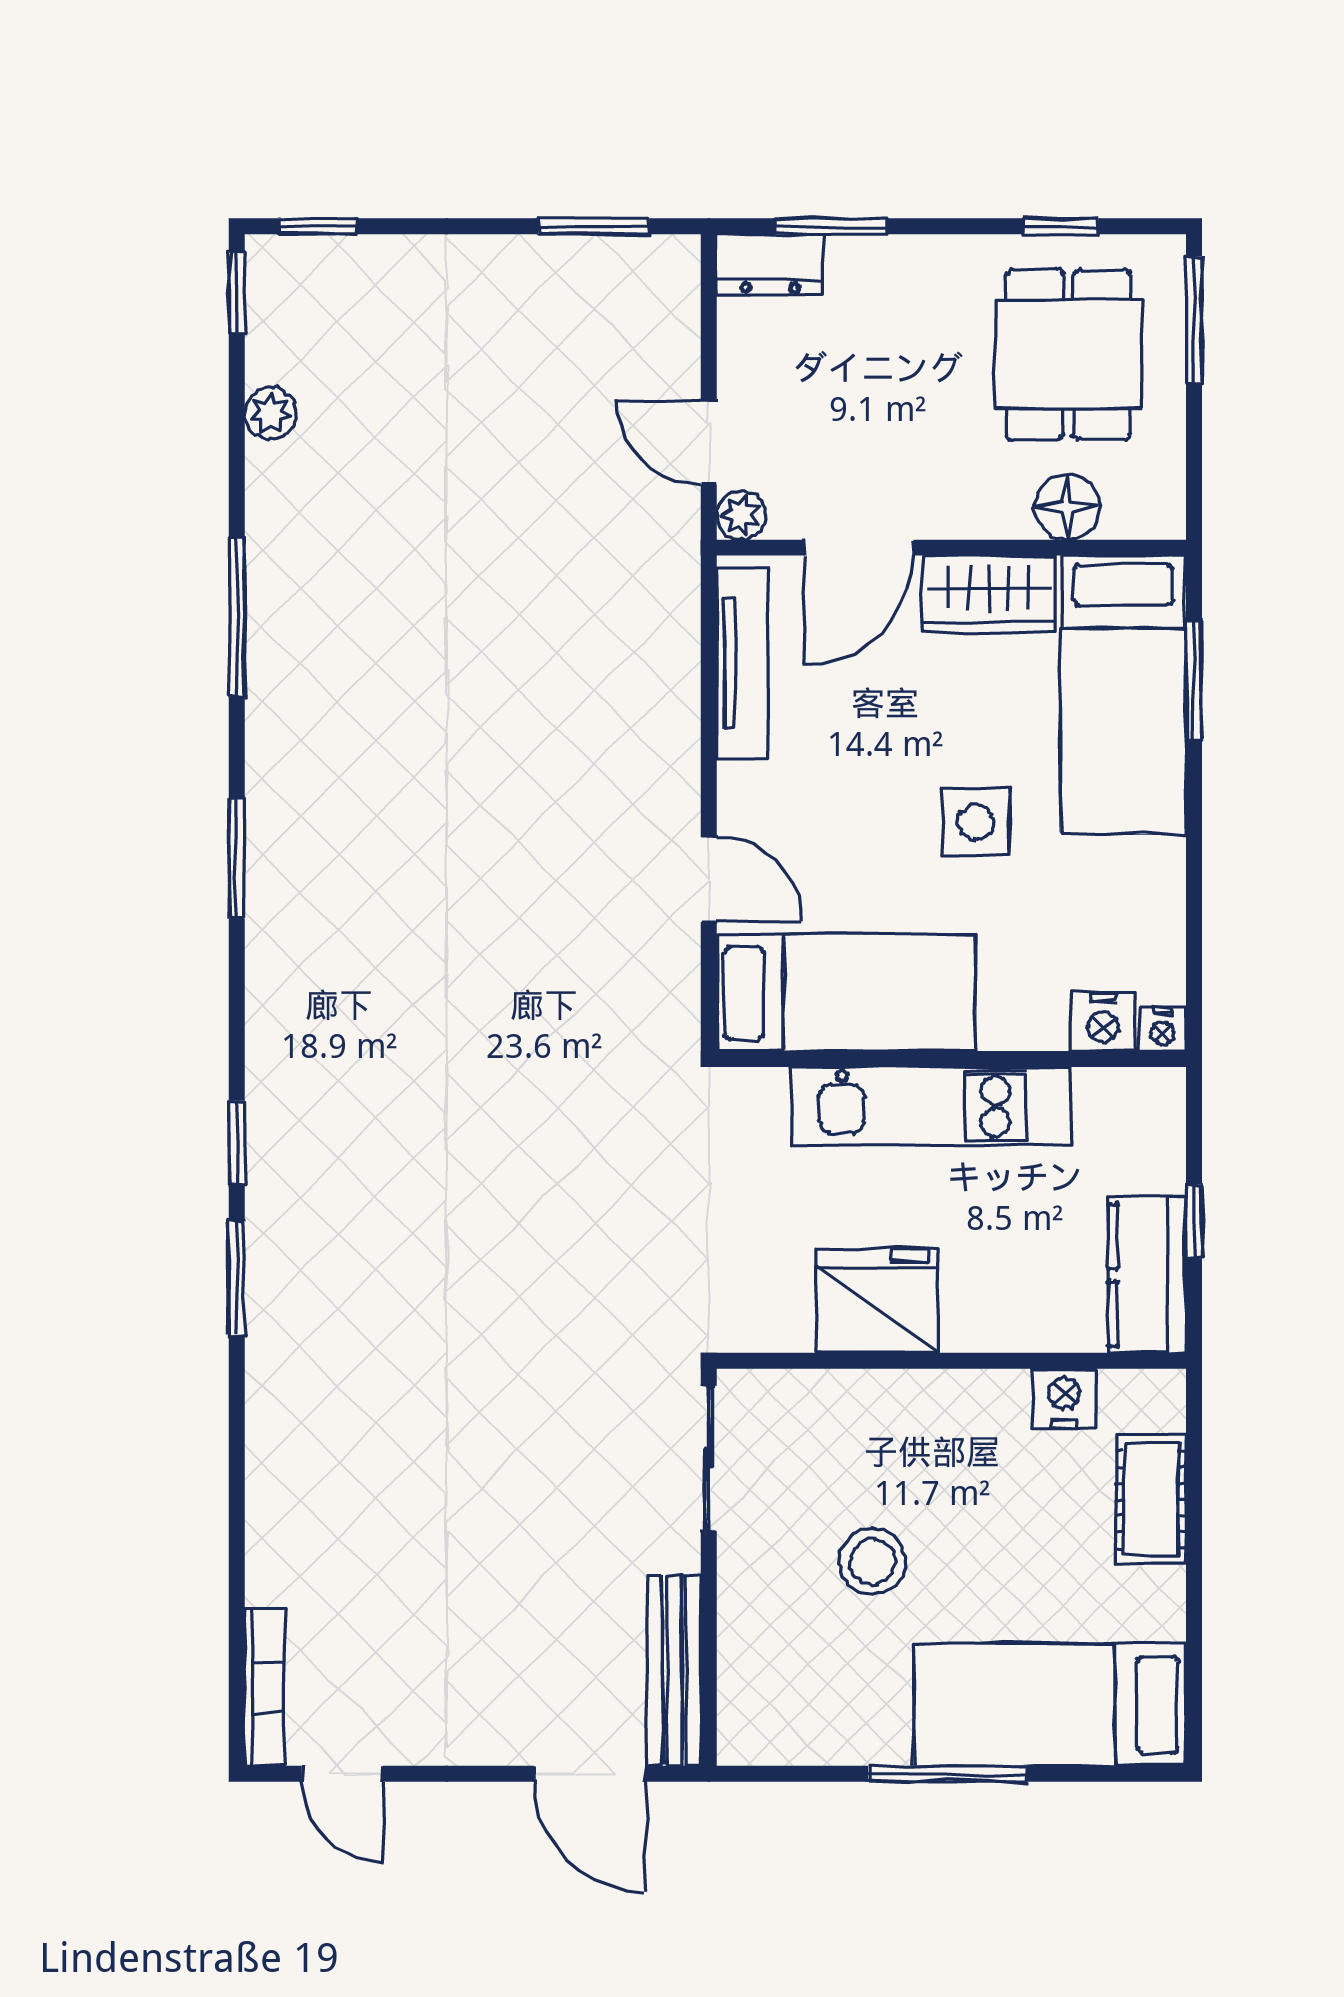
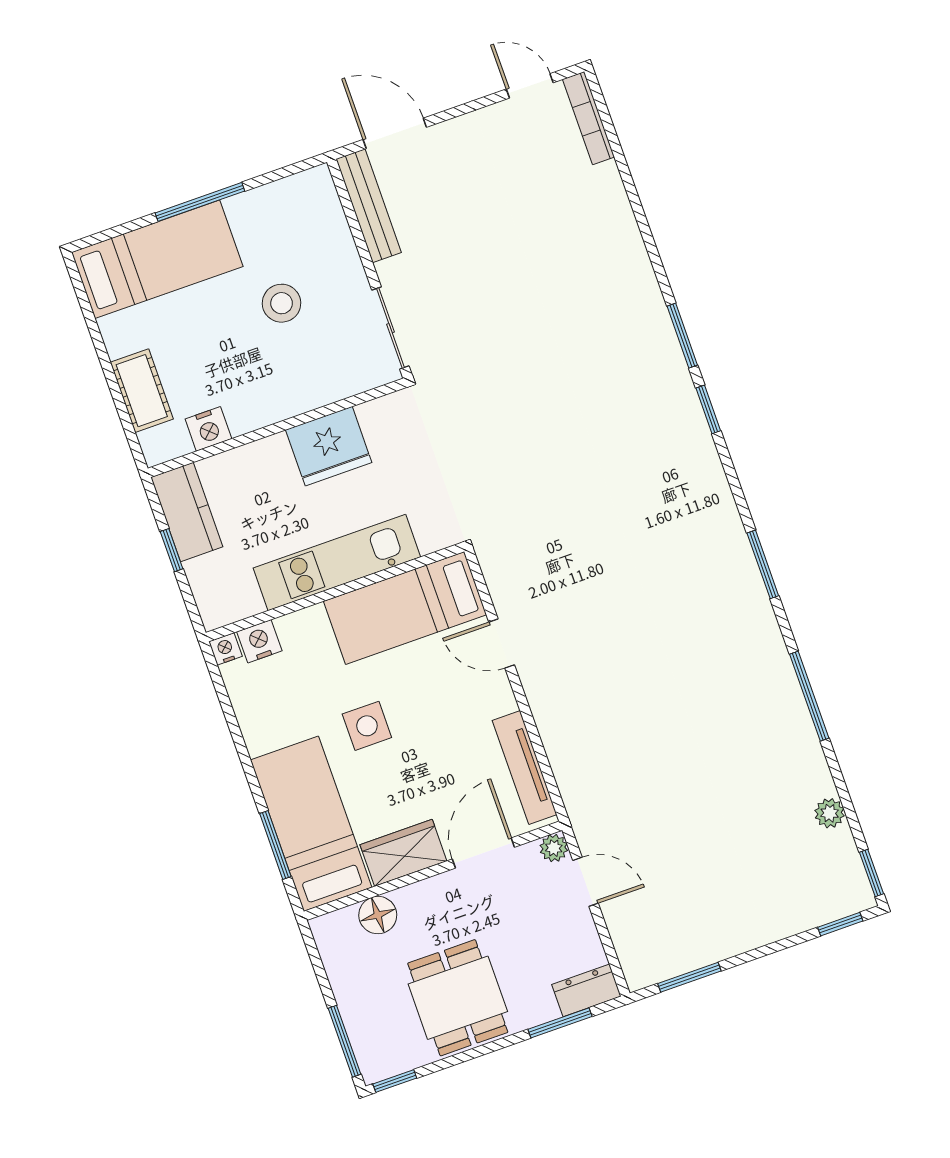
window: (1062, 226) -> (395, 1081), moved
dining table: (1068, 355) -> (458, 998), moved

